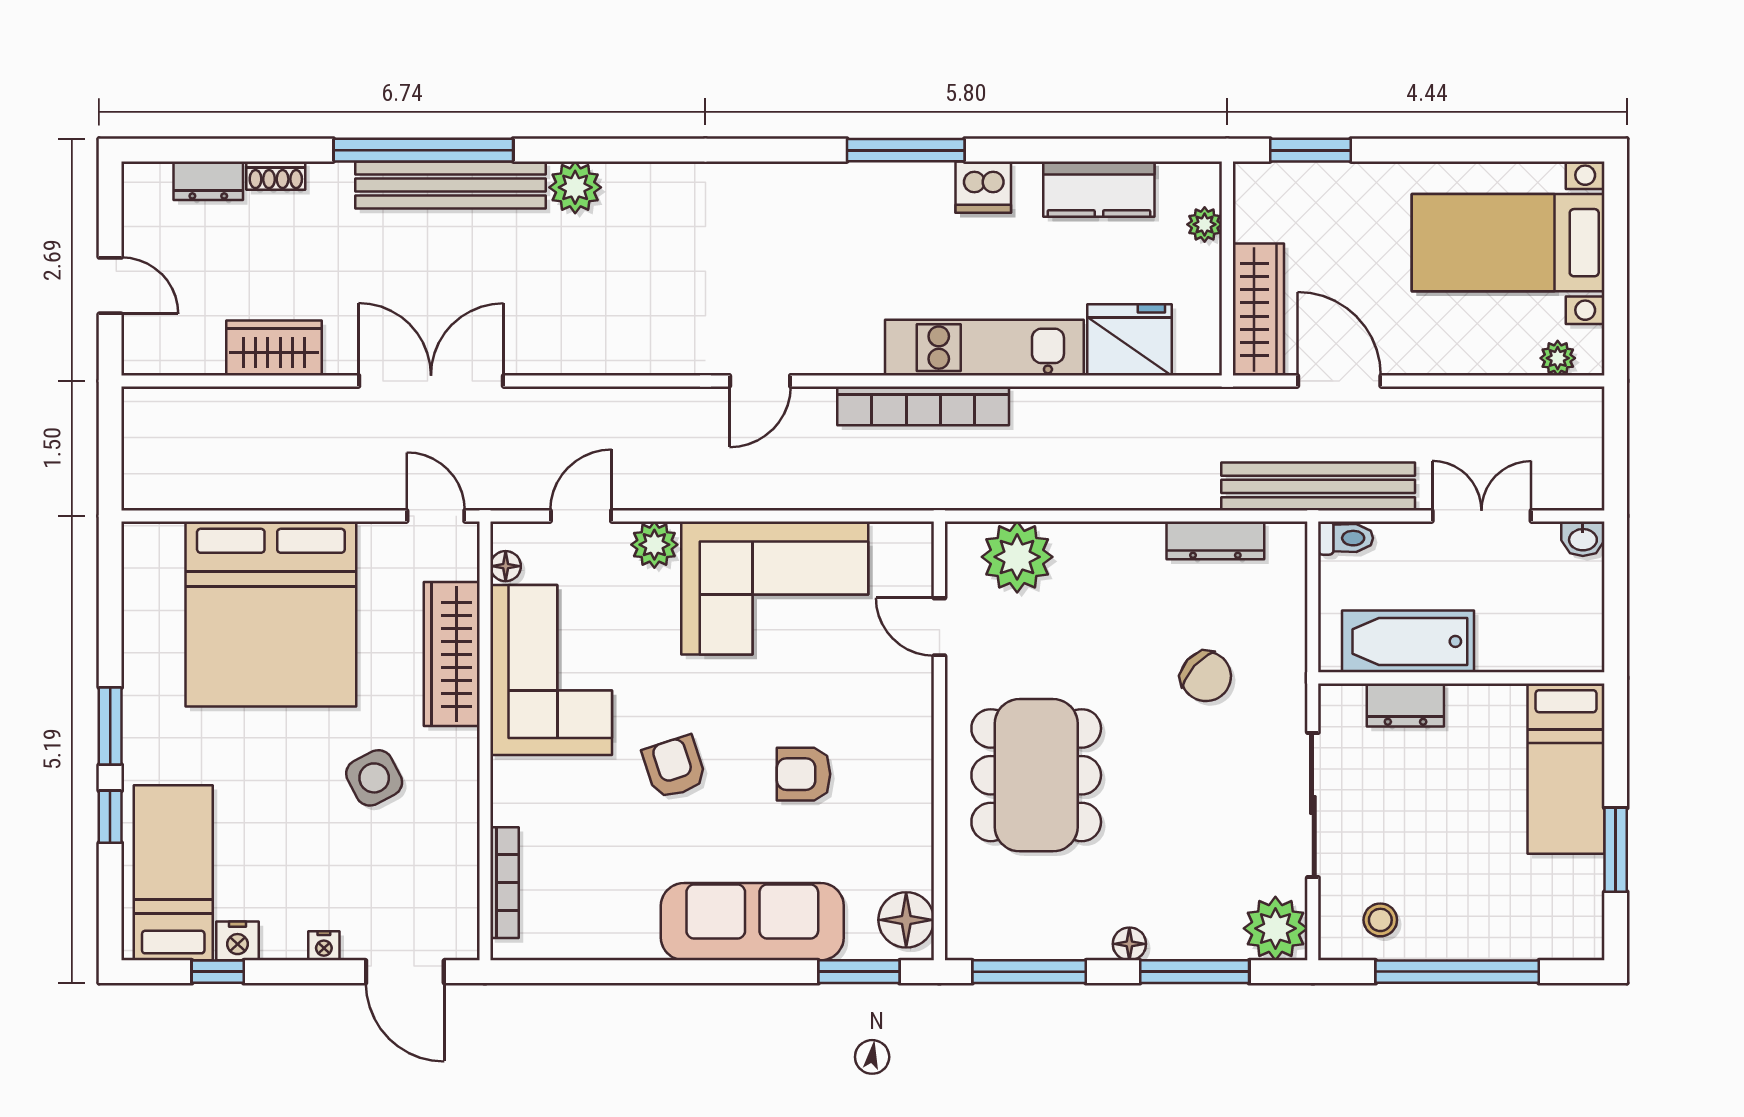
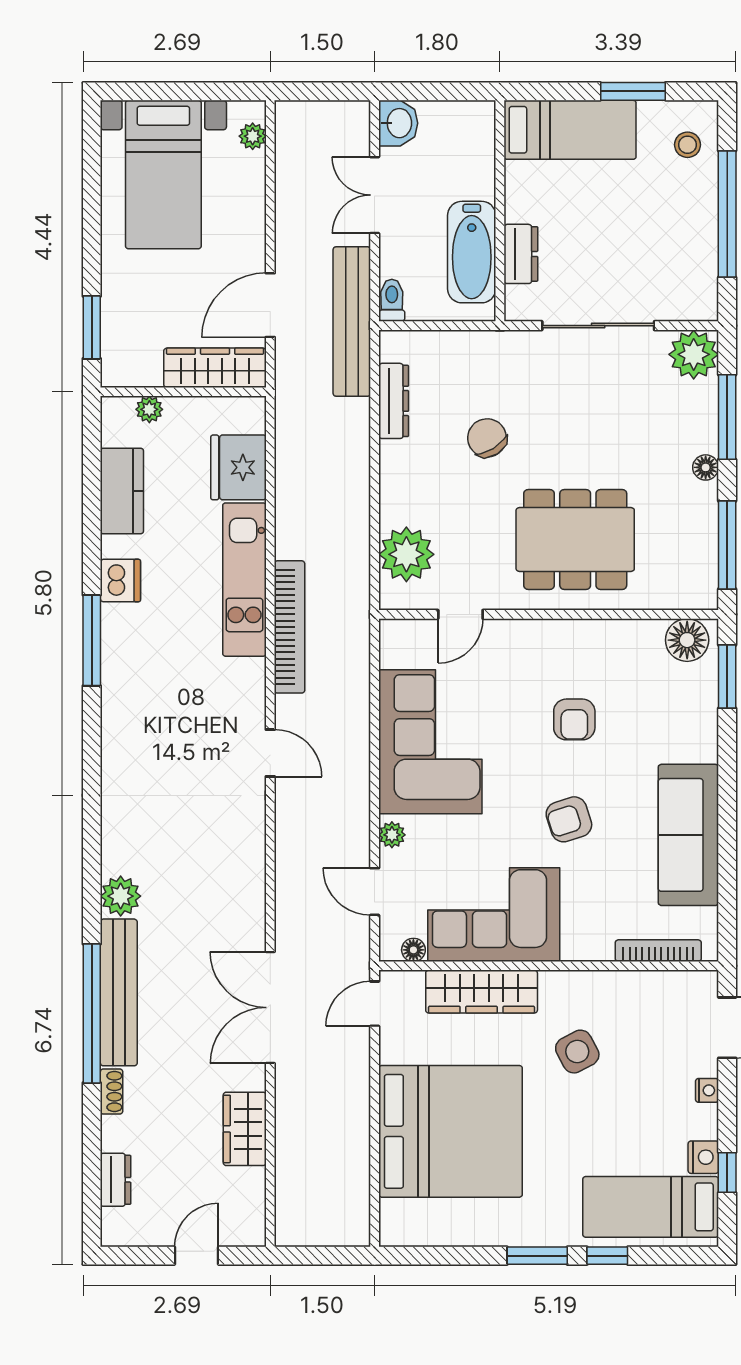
shoe rack: (276, 176) -> (112, 1091), moved
washbasin: (1583, 539) -> (398, 123), width x1.38, depth x1.45
plant: (654, 545) -> (392, 835), width x0.73, depth x0.73
chair: (1206, 676) -> (487, 438), moved, turned -74
stool: (1380, 920) -> (688, 145), moved
sofa: (752, 922) -> (688, 835), moved

